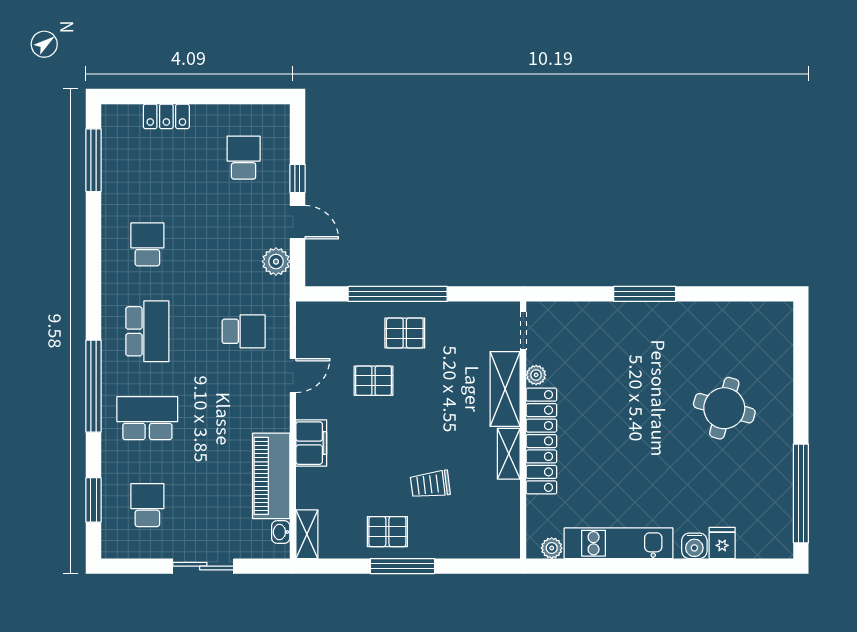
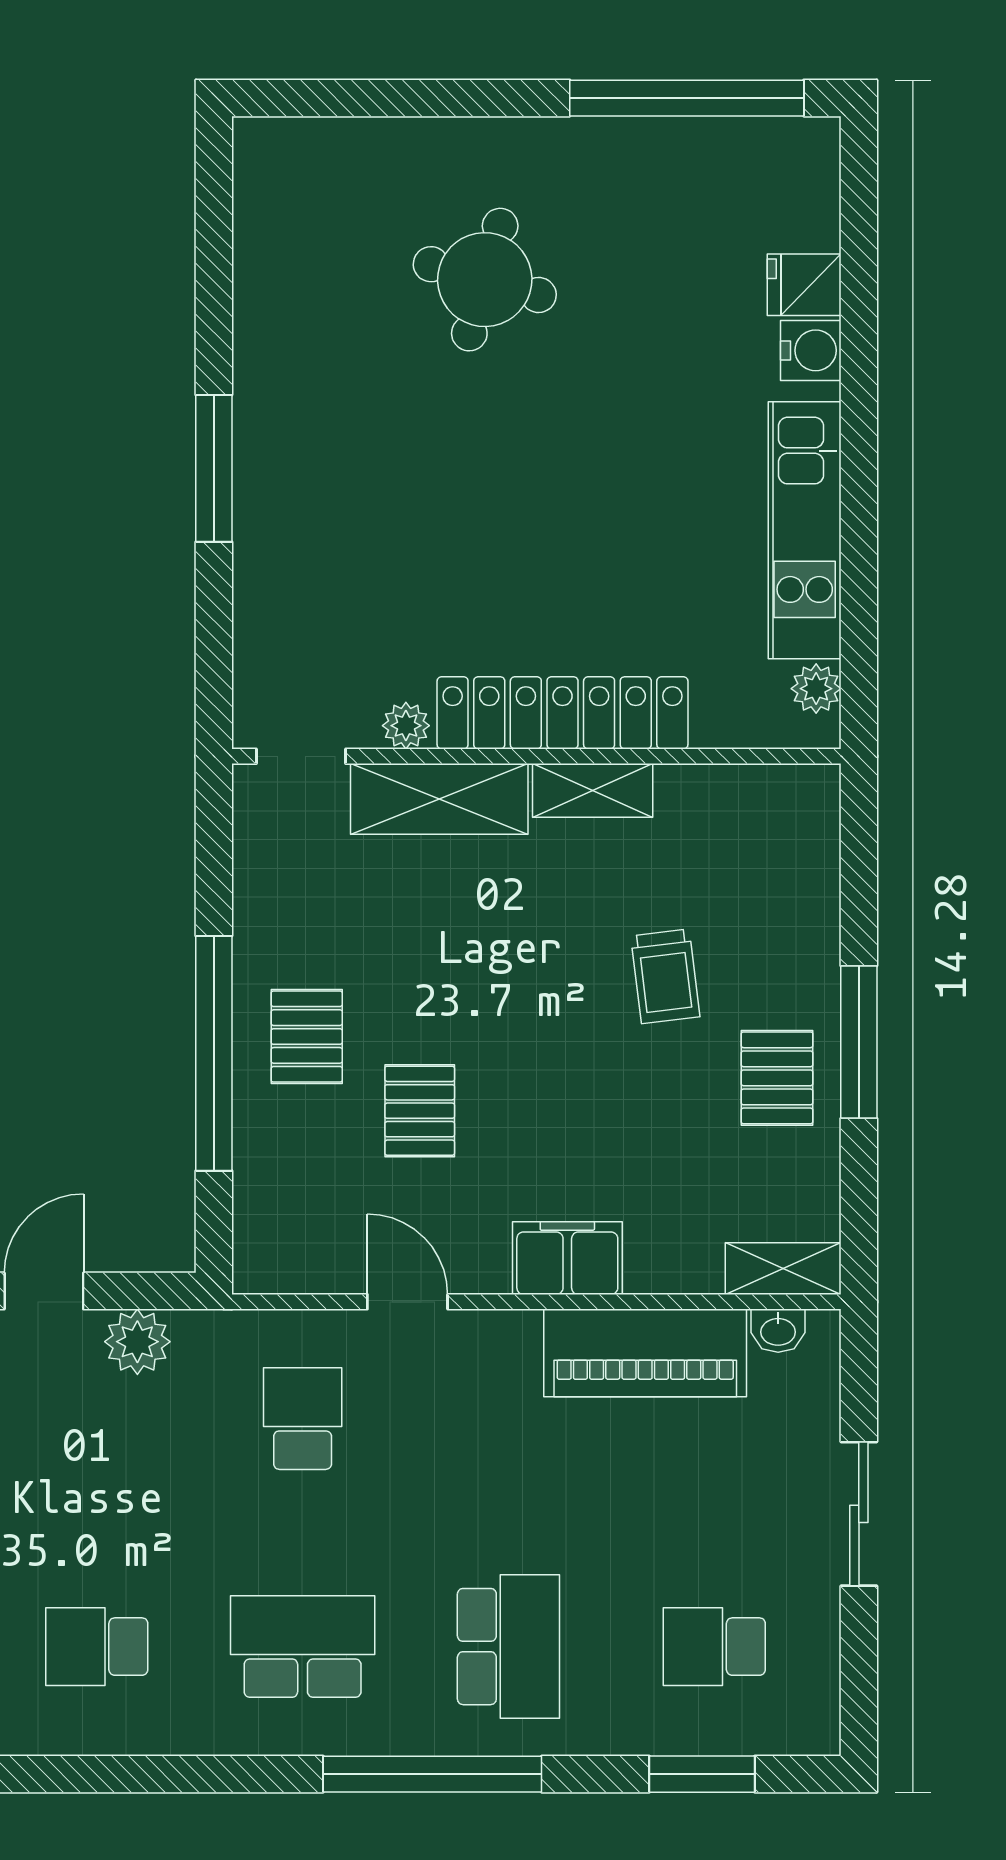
school desk: (147, 418) -> (508, 1647), turned 180

